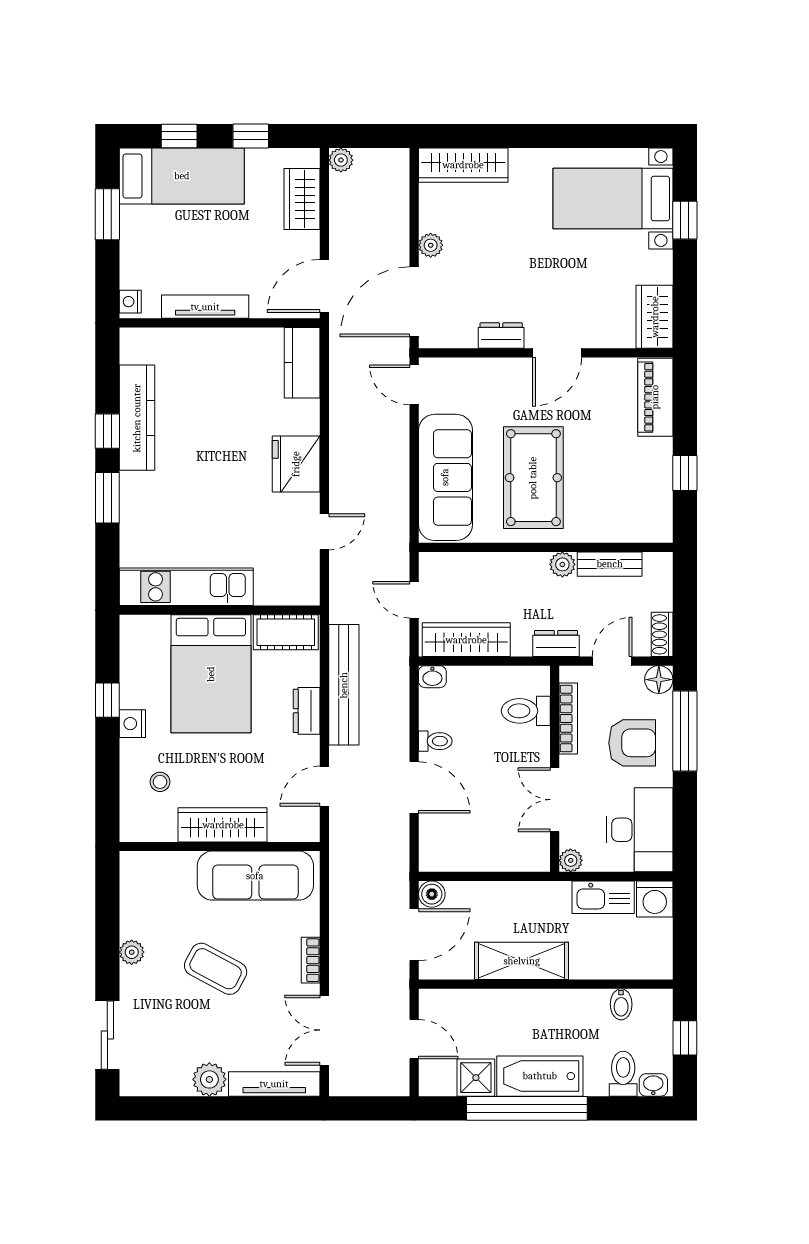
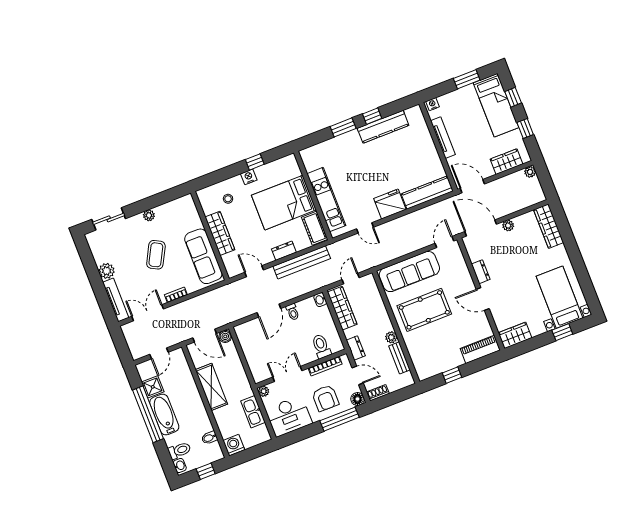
kitchen counter: (302, 363) -> (427, 193), width x1.50
kitchen unit: (186, 587) -> (326, 200), moved
washing machine: (655, 899) -> (234, 445), moved, turned 90

